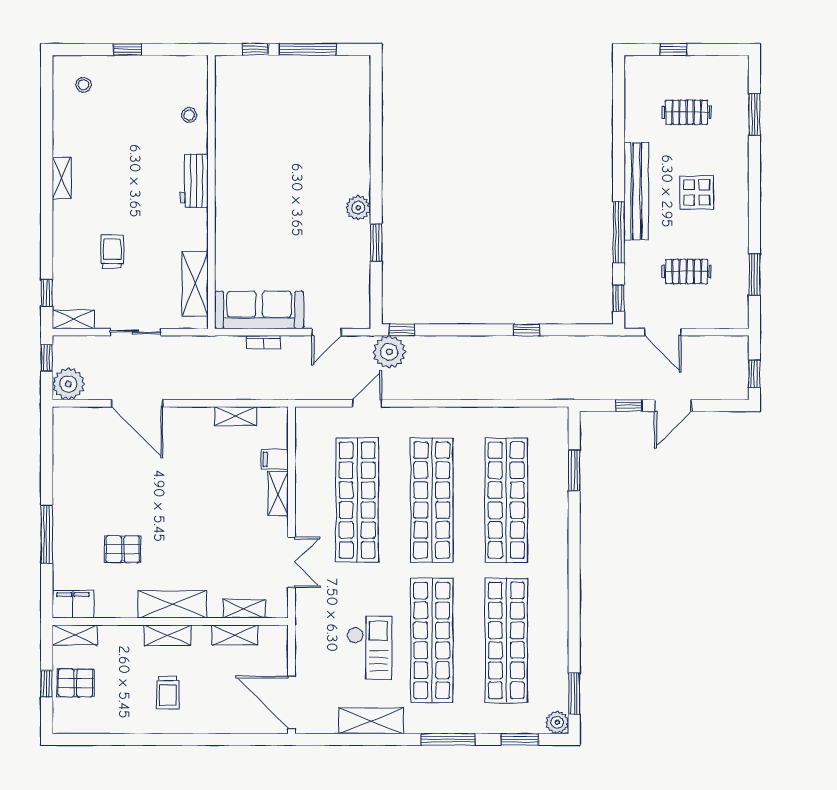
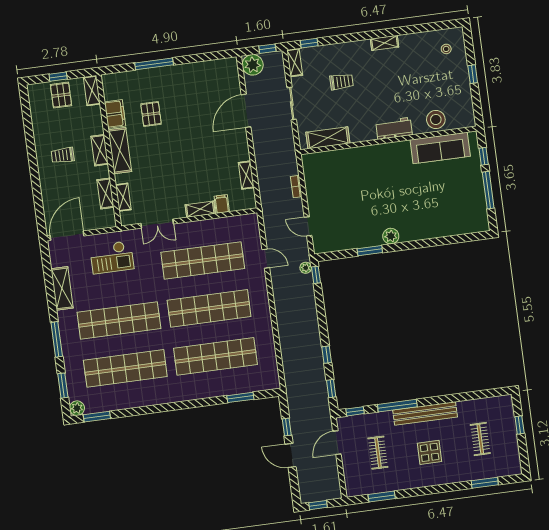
stool: (189, 115) -> (436, 119), width x1.89, depth x1.89
sofa: (259, 310) -> (440, 148), moved, turned 90
window: (579, 330) -> (331, 389), added
plant: (389, 352) -> (306, 268), width x0.53, depth x0.53
filing cabinet: (73, 604) -> (115, 114), moved
checkout: (369, 648) -> (112, 257), moved

